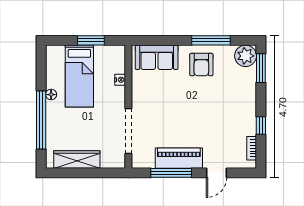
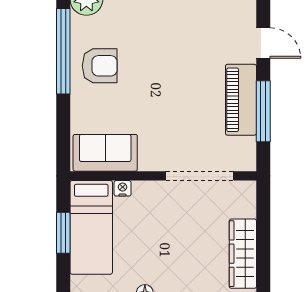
window: (211, 40) -> (63, 51), width x1.46
sofa: (157, 57) -> (105, 153), moved, turned -90
bed: (79, 76) -> (91, 227), moved, turned 90

